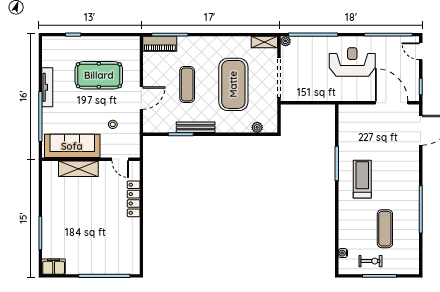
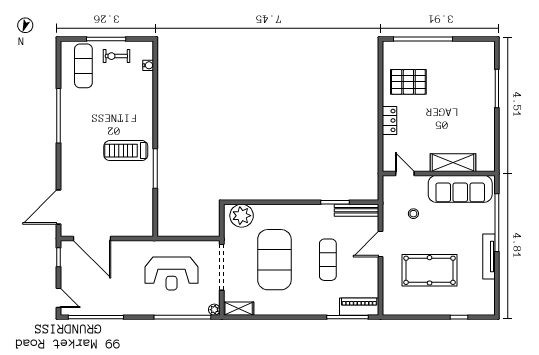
reception desk: (352, 62) -> (172, 273), moved
bench: (196, 127) -> (356, 210), moved
plant: (257, 127) -> (242, 216), width x1.88, depth x1.88
treadmill: (362, 179) -> (126, 151), turned 90
locker: (134, 199) -> (389, 120), width x0.66
exercise mat: (385, 229) -> (83, 66), moved
pallet: (117, 239) -> (408, 82), added
filing cabinet: (54, 267) -> (482, 50), removed

